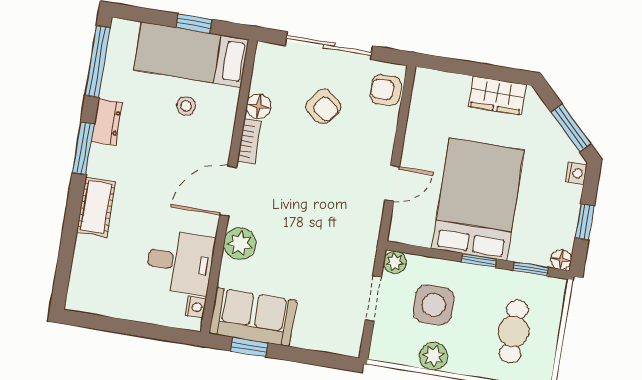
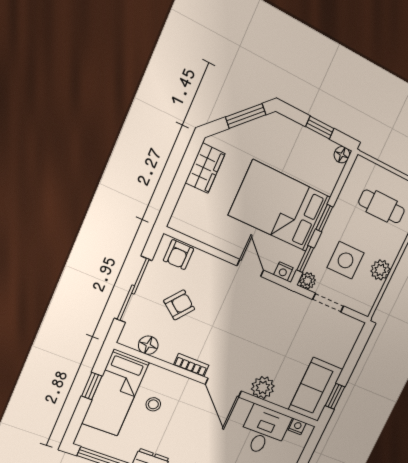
floor lamp: (259, 106) -> (148, 345), moved
nightstand: (576, 173) -> (283, 271), moved, turned 180
window: (531, 269) -> (305, 259), moved

